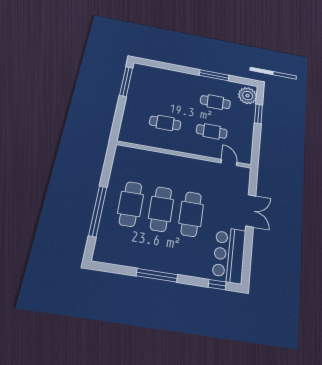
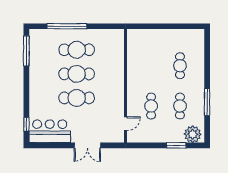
window: (126, 82) -> (184, 26), removed
cafe table: (165, 123) -> (180, 66), moved
window: (157, 275) -> (26, 51), moved

